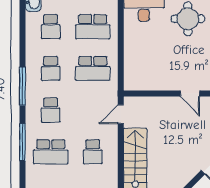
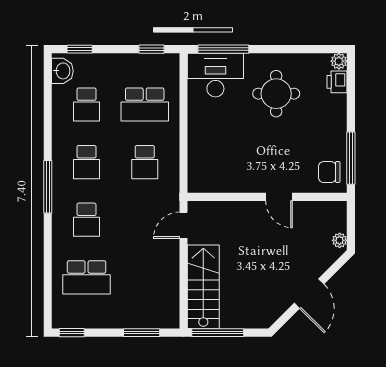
school desk: (93, 68) -> (145, 162), width x0.54
window: (22, 142) -> (48, 264), removed
school desk: (93, 152) -> (145, 277), removed

